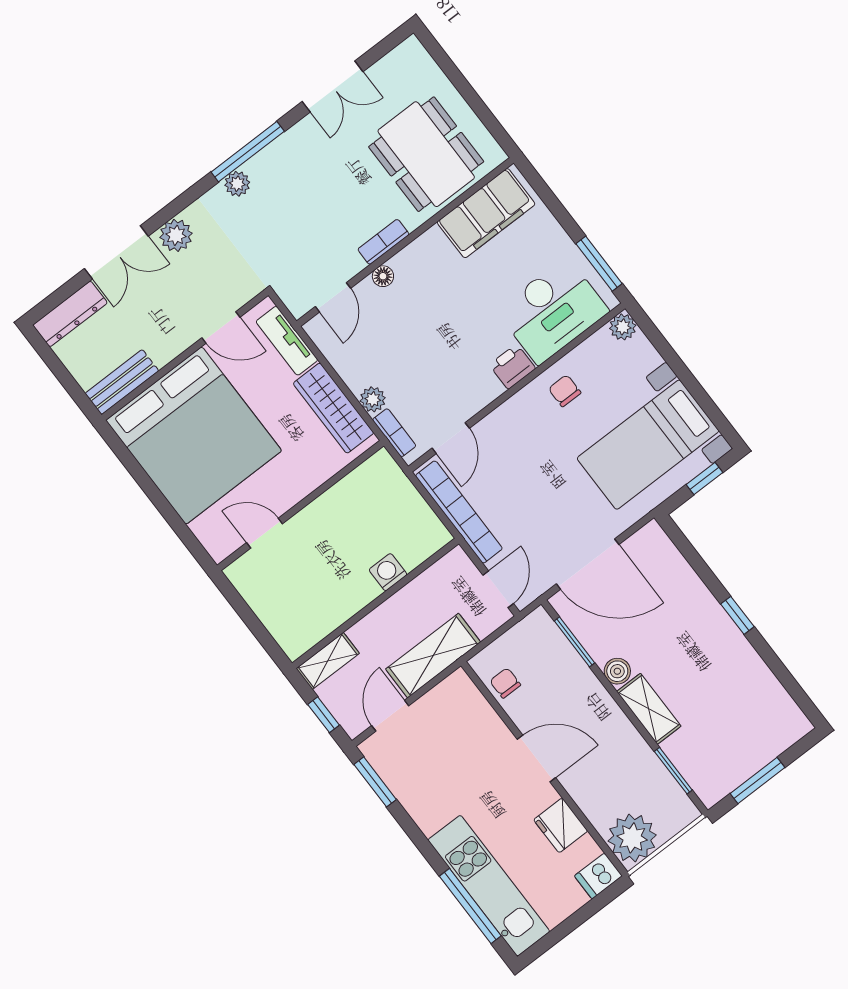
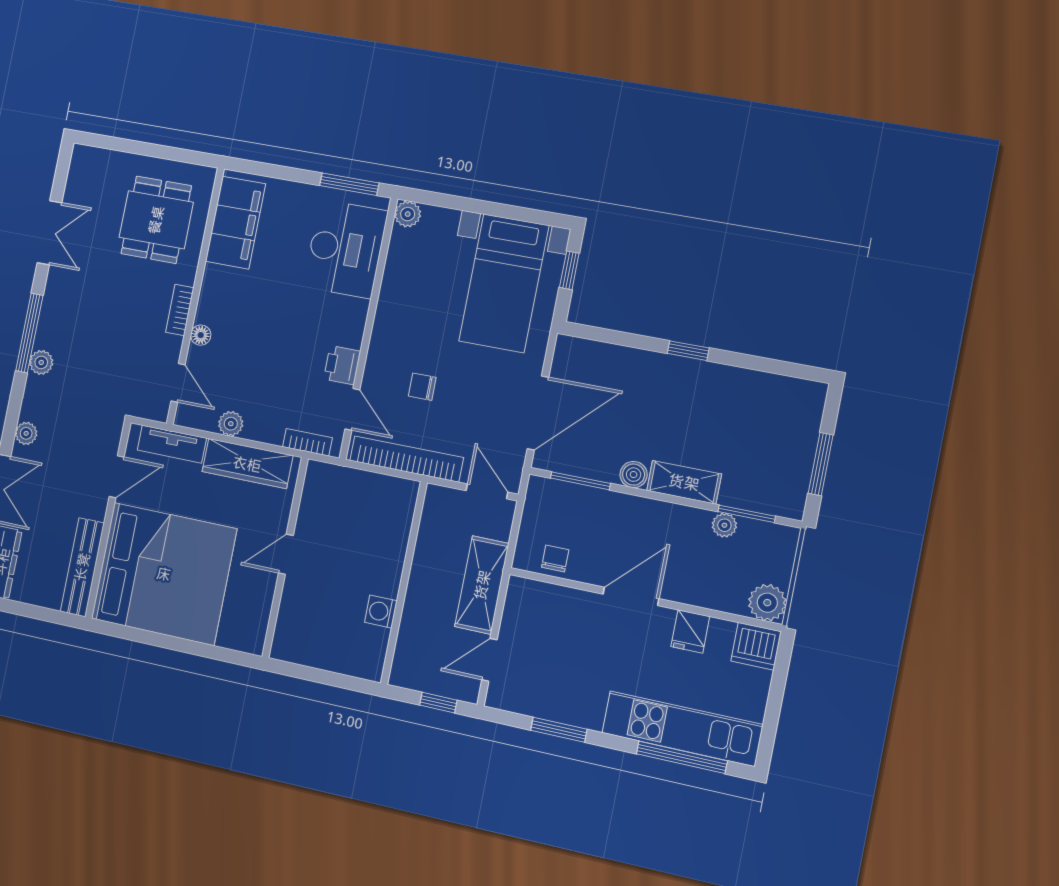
dining table: (426, 154) -> (156, 220), width x0.73
plant: (176, 235) -> (26, 433), width x0.73, depth x0.73
printer: (512, 367) -> (342, 365), moved
bench: (122, 382) -> (82, 567), width x1.36
chair: (565, 391) -> (422, 387), moved
plant: (373, 399) -> (231, 424), moved
door: (264, 533) -> (286, 554), moved
washing machine: (388, 572) -> (381, 612), moved
shelving: (328, 661) -> (406, 658), removed
chair: (505, 683) -> (555, 558), turned 90
door: (390, 716) -> (489, 660), hinge flipped
plant: (650, 765) -> (724, 525), added
window: (375, 782) -> (559, 730), moved
fridge: (561, 825) -> (690, 631), width x0.72
plant: (632, 838) -> (767, 603), width x0.73, depth x0.73
dishwasher: (598, 876) -> (756, 646), width x1.38

